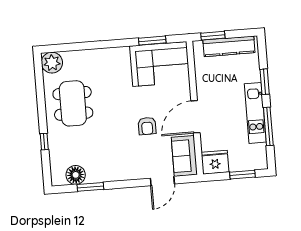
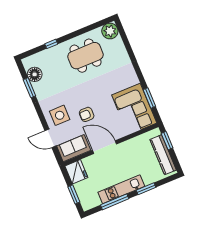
side table: (137, 160) -> (60, 115), added

